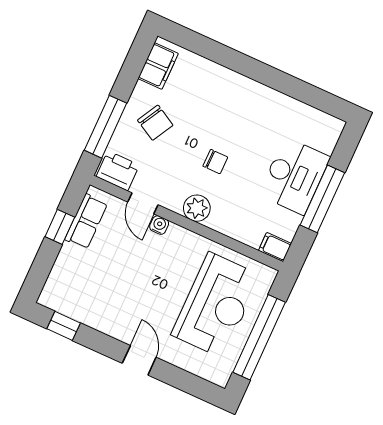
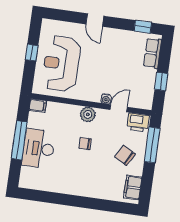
door: (143, 203) -> (119, 108), hinge flipped
row of seats: (86, 221) -> (152, 53), moved
window: (259, 337) -> (32, 53), width x0.32

